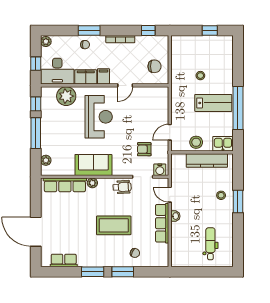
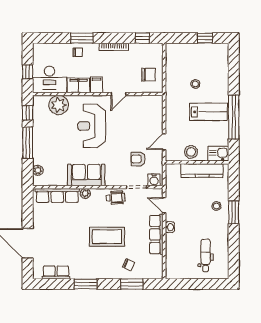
plant: (46, 42) -> (38, 49), removed
reception desk: (99, 117) -> (92, 126), turned 180
window: (123, 272) -> (132, 284), moved

